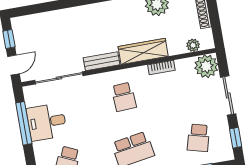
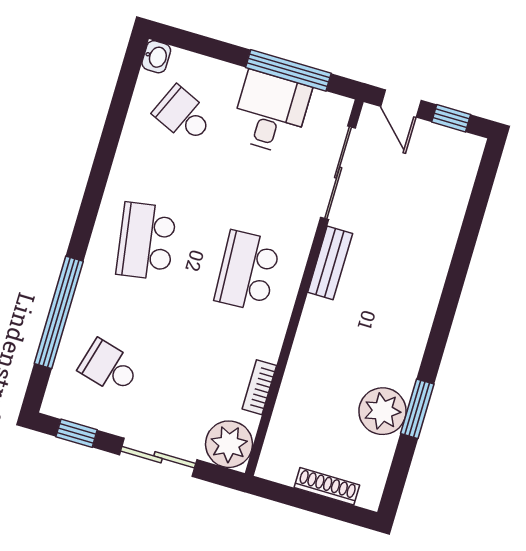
plant: (193, 45) -> (278, 439), removed
wardrobe: (143, 51) -> (311, 345), removed
bookcase: (161, 67) -> (259, 387), moved
school desk: (124, 97) -> (247, 271), width x1.85

